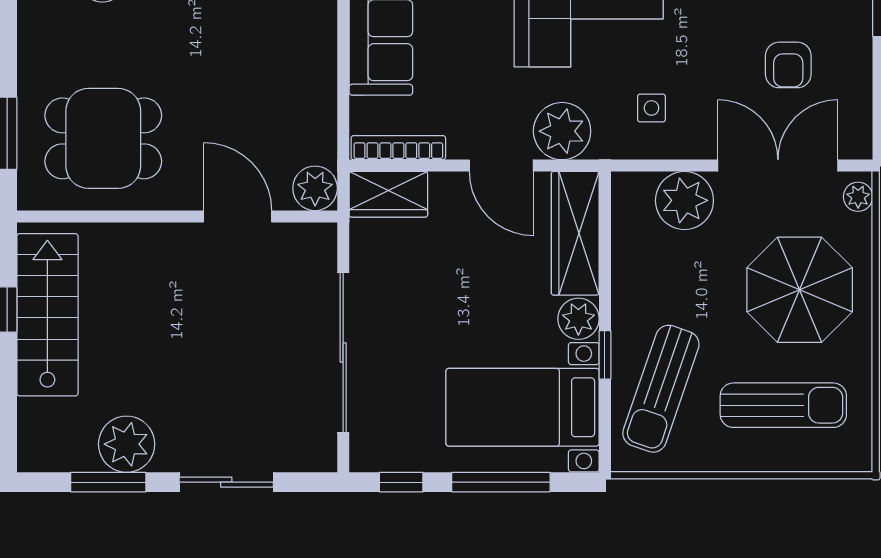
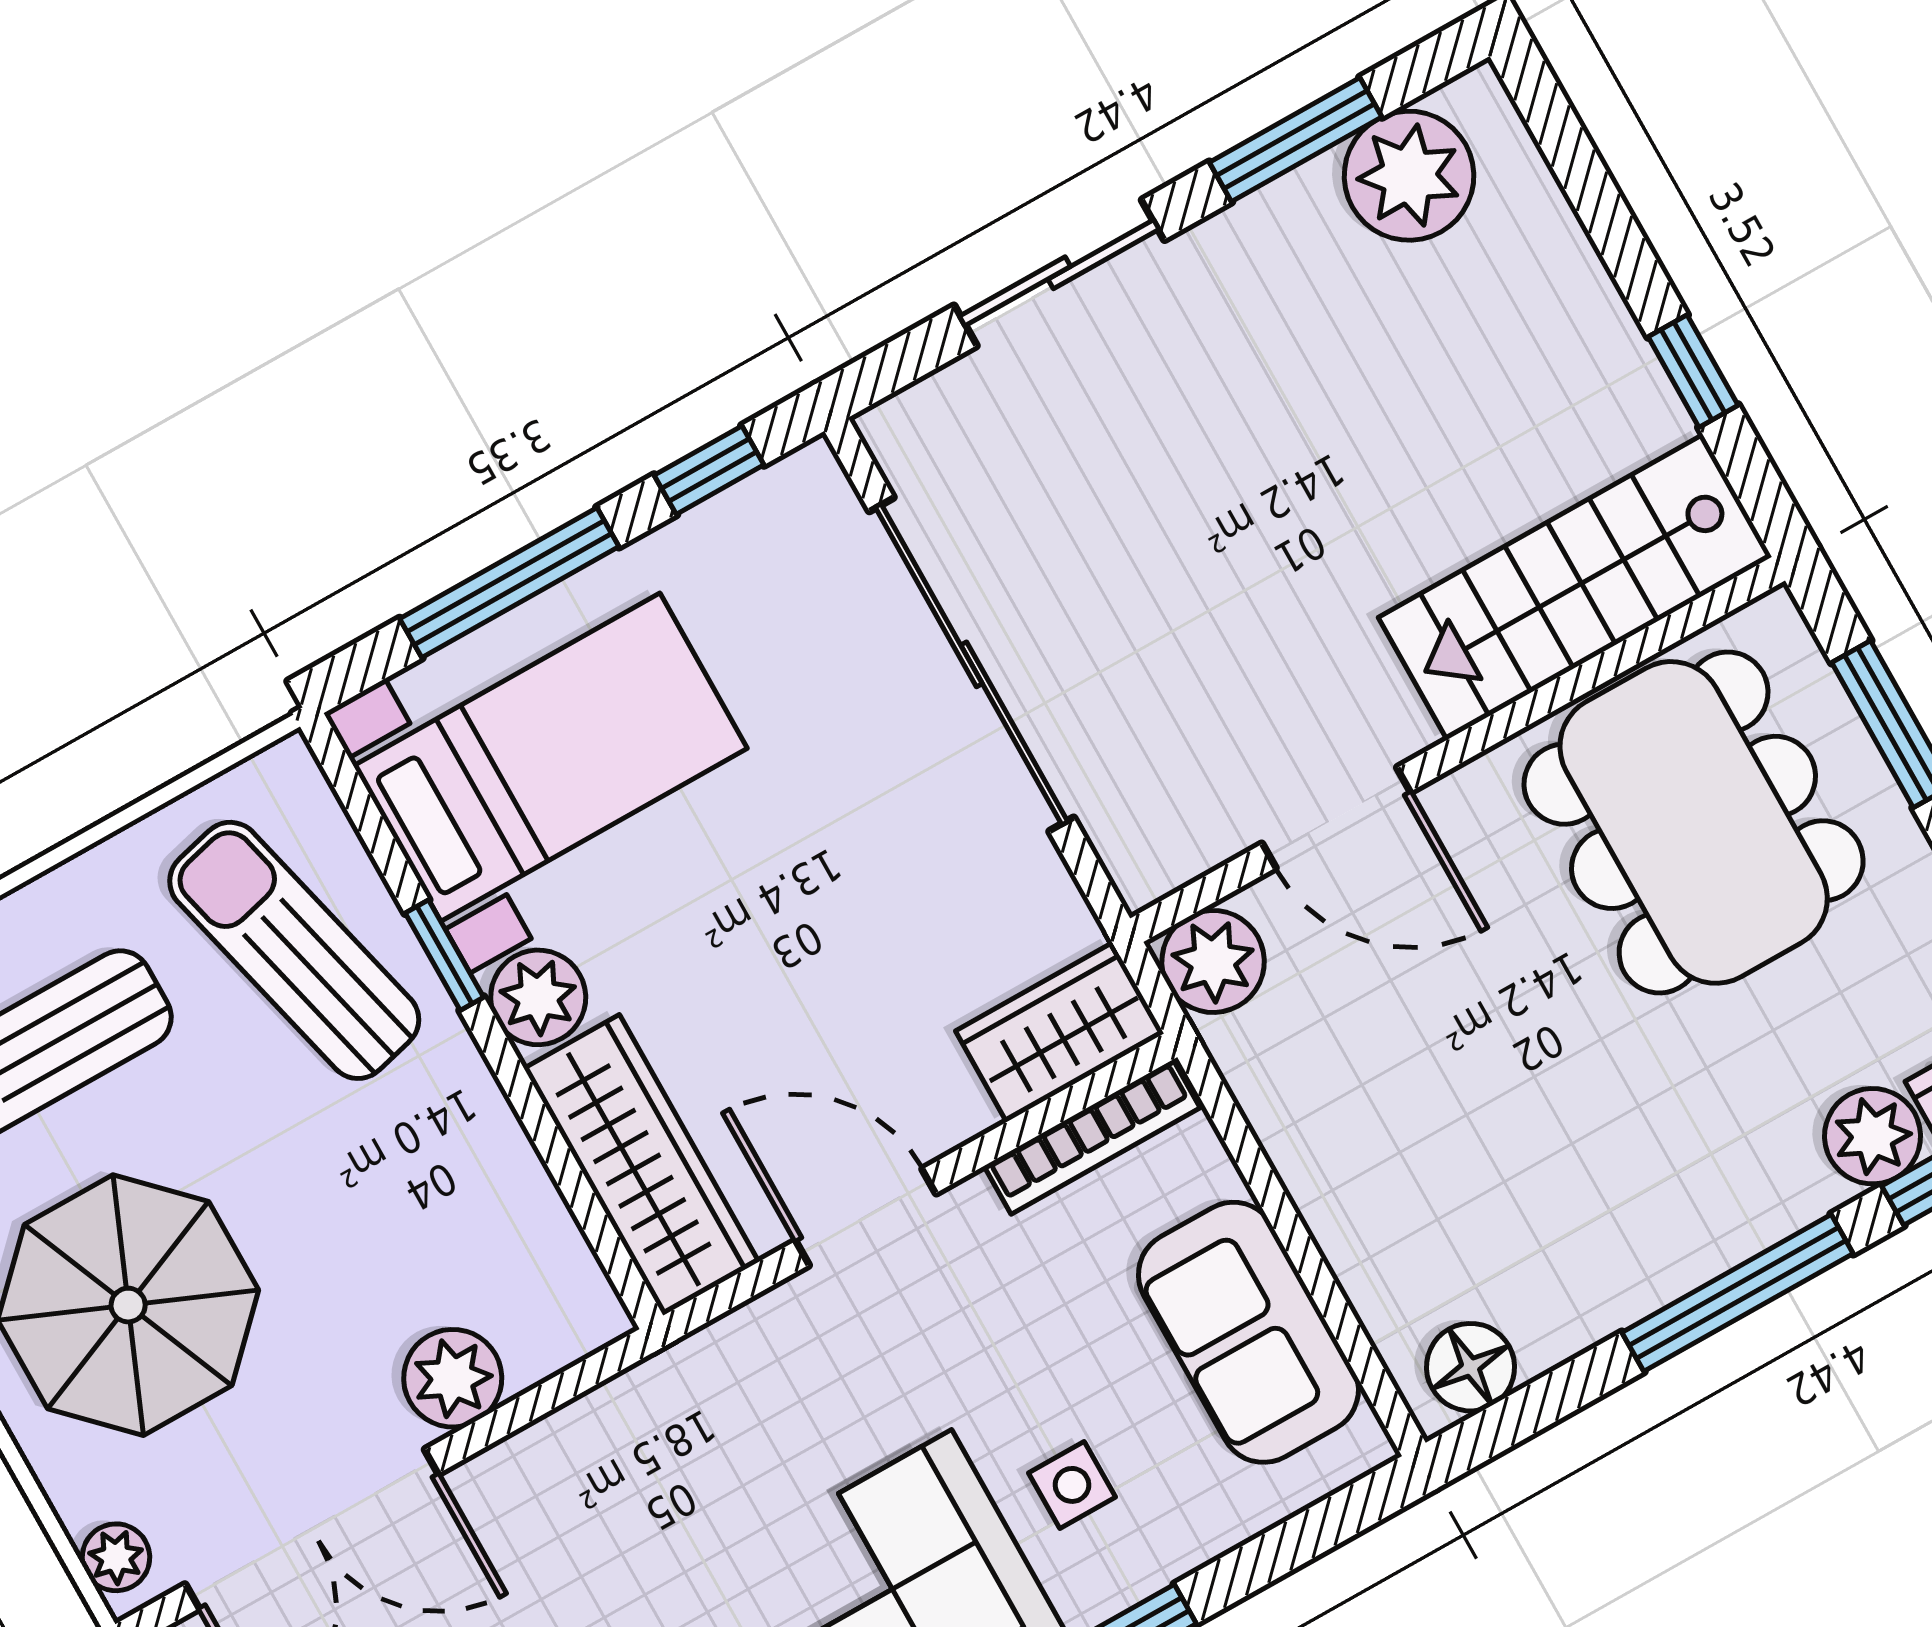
side table: (651, 108) -> (1072, 1485), moved
plant: (562, 131) -> (783, 1355), removed
dining table: (103, 138) -> (1694, 822), width x1.38
plant: (684, 200) -> (453, 1378), width x0.73, depth x0.73
stairs: (47, 315) -> (1575, 587), moved, turned 90
sun lounger: (661, 389) -> (294, 950), turned -33
plant: (127, 444) -> (1409, 176), moved

